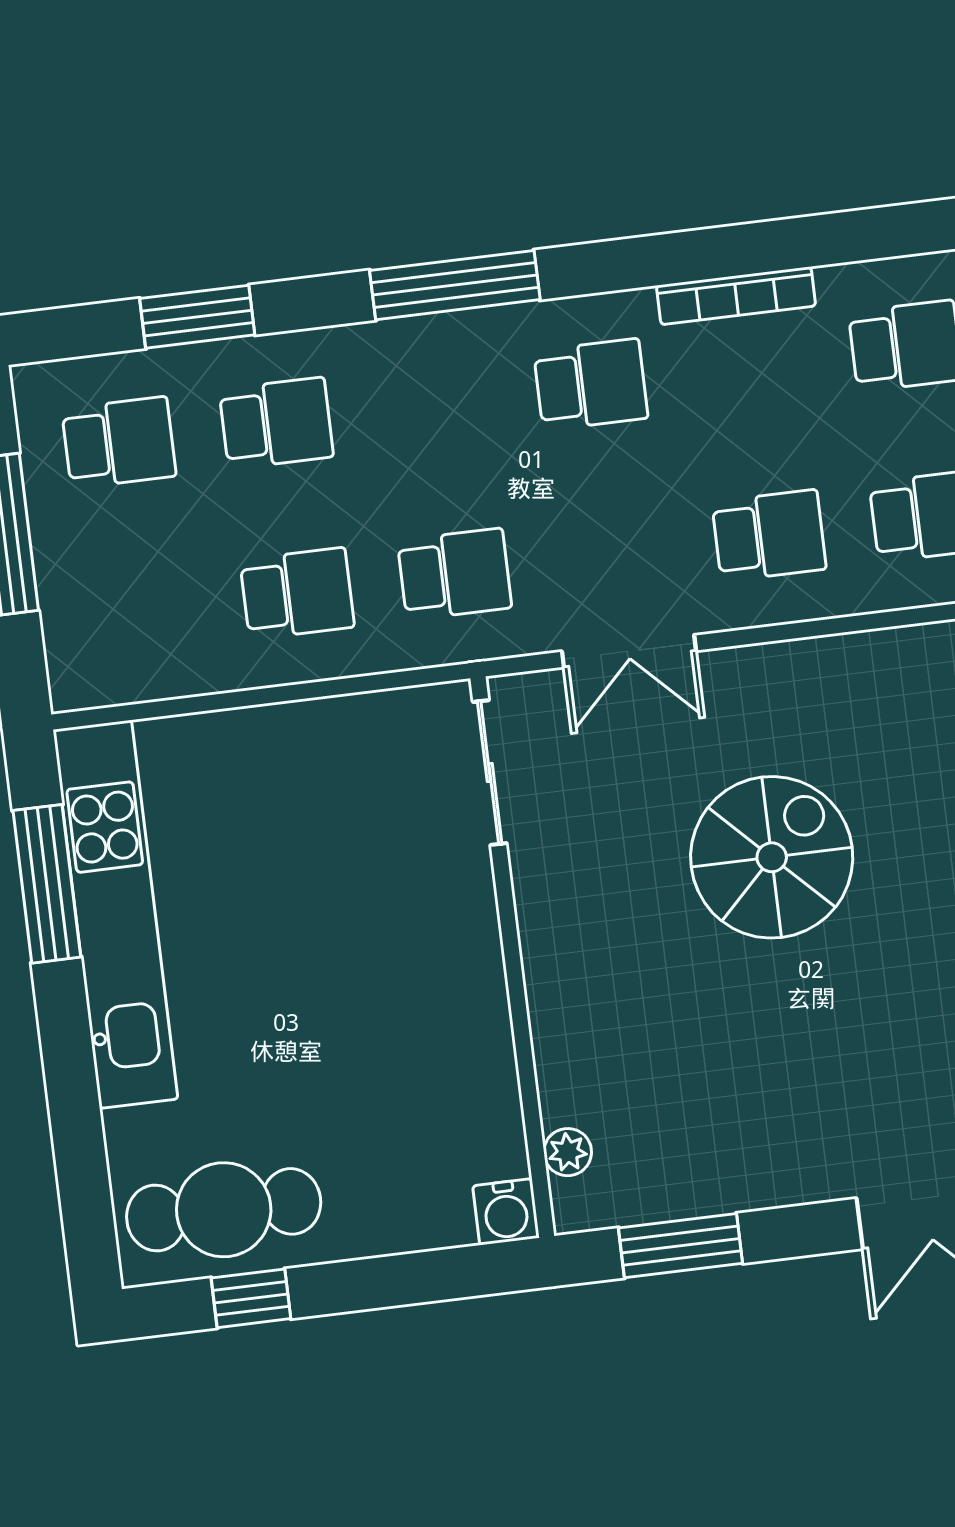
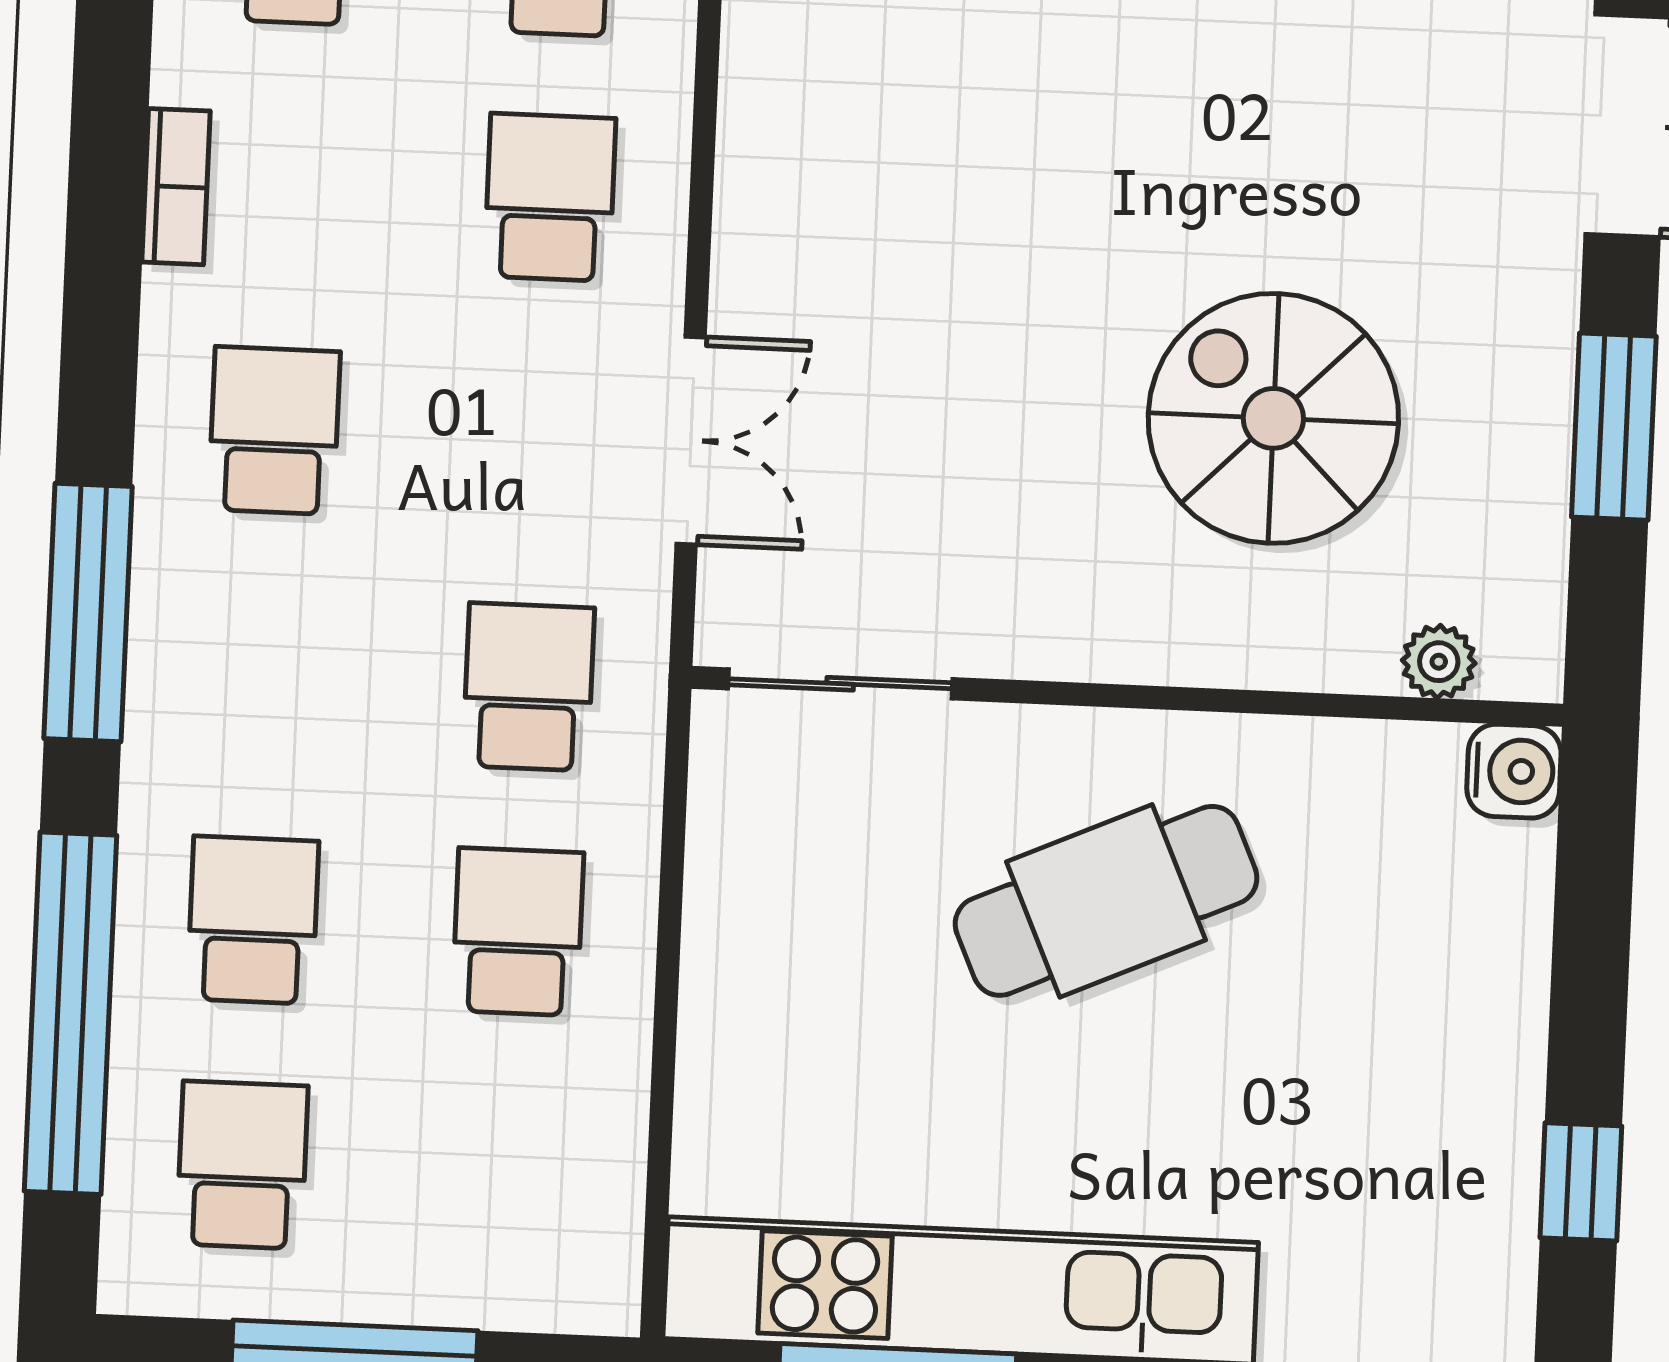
bookcase: (736, 296) -> (176, 187), width x0.64
window: (197, 317) -> (70, 1013), width x2.11
spiral stairs: (772, 857) -> (1273, 418), moved
cafe table: (224, 1210) -> (1106, 901), moved, turned 66
window: (680, 1246) -> (1614, 427), moved

